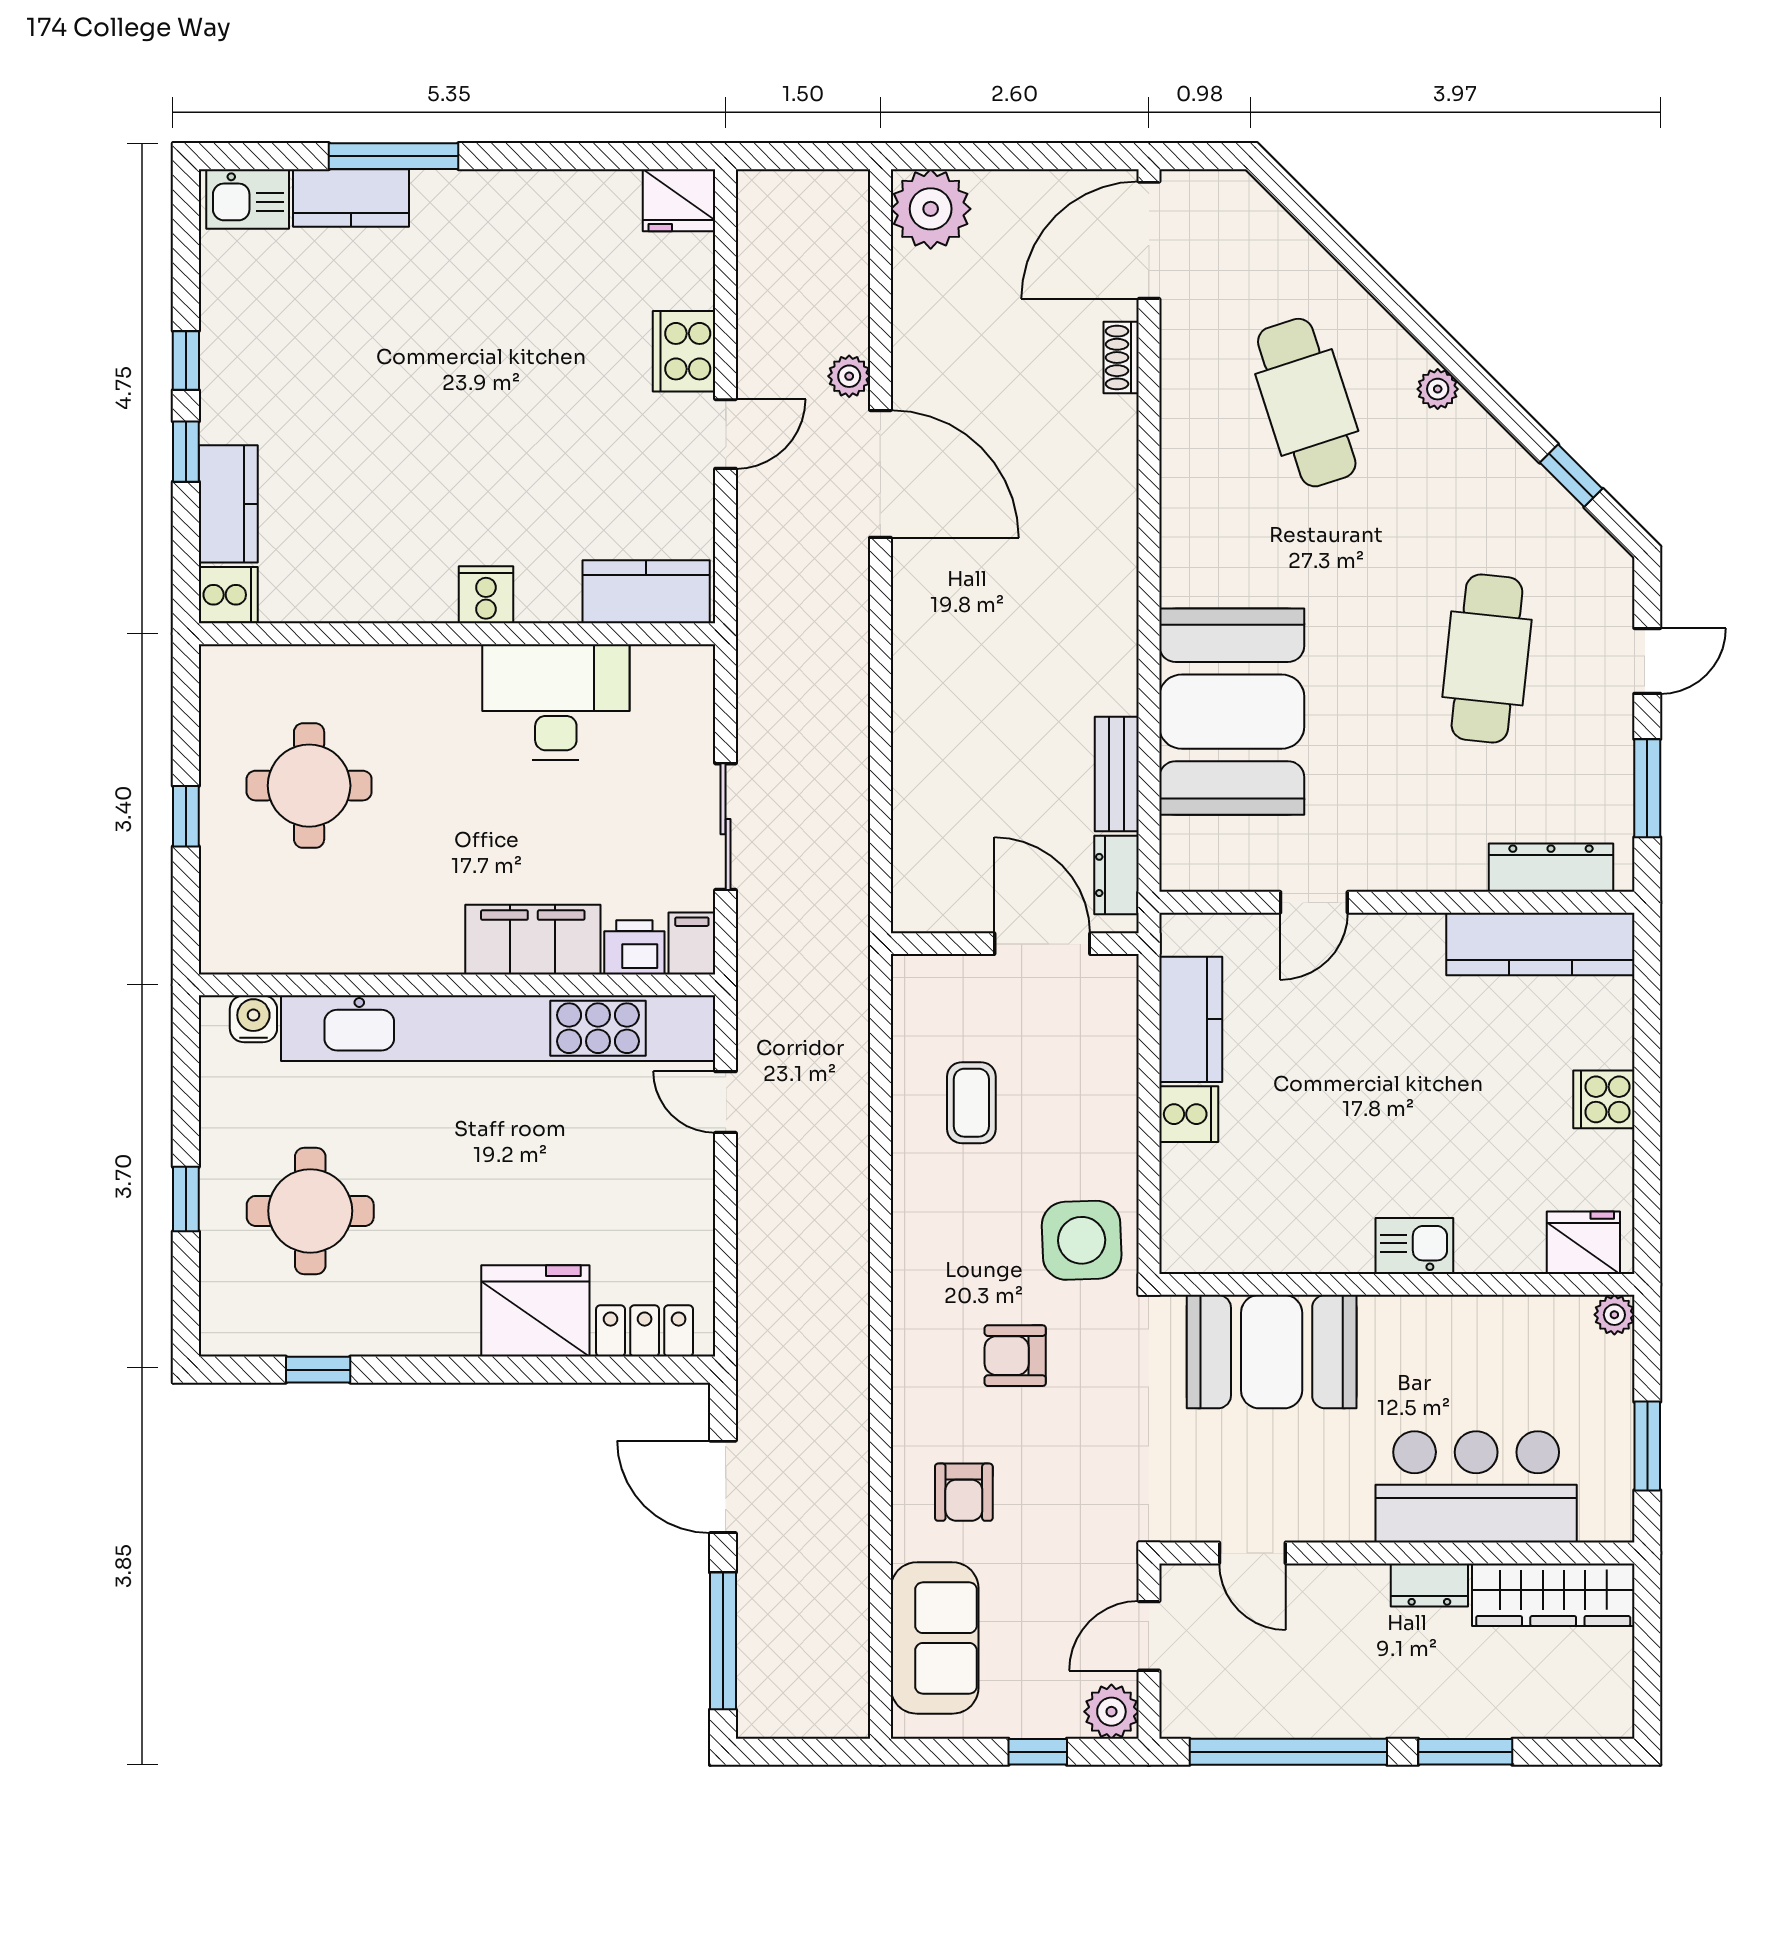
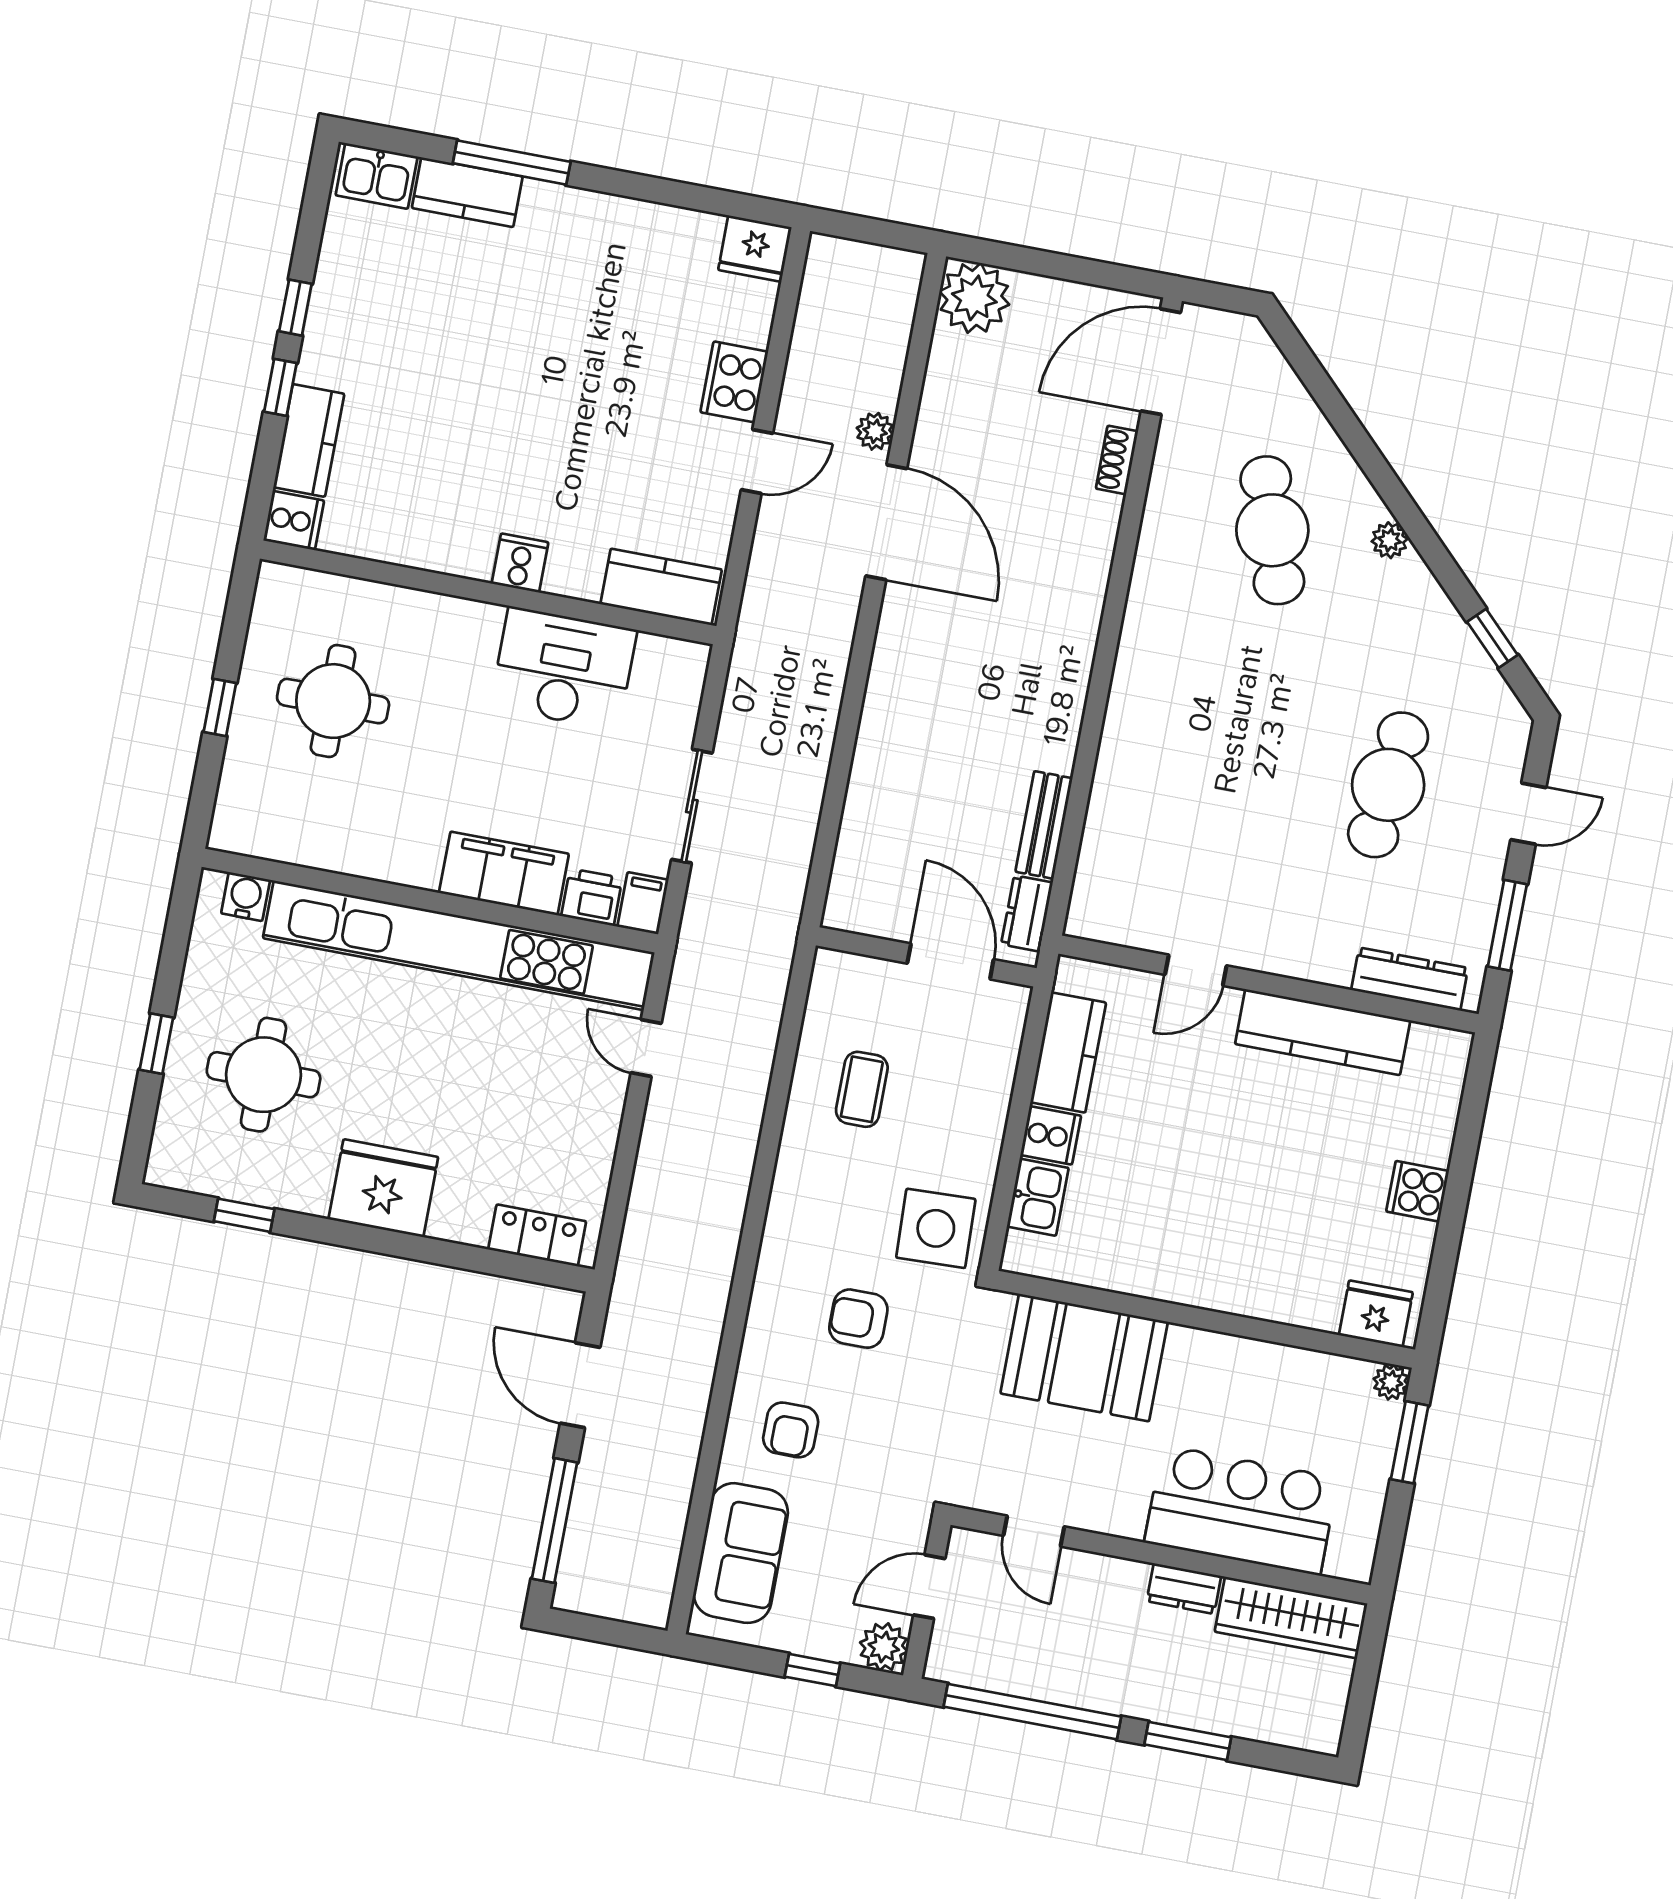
booth: (1232, 712) -> (1155, 789), removed
kitchen counter: (1540, 944) -> (1323, 1032), moved
kitchen sink: (1414, 1246) -> (1038, 1197), moved, turned 90
fridge: (535, 1311) -> (383, 1188), moved
window: (1647, 1446) -> (1410, 1442), moved

